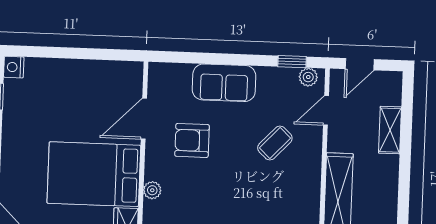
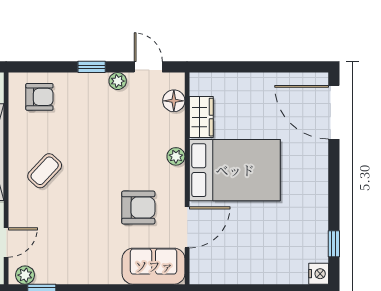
sofa: (224, 83) -> (154, 266), moved
coffee table: (275, 143) -> (45, 171), moved

